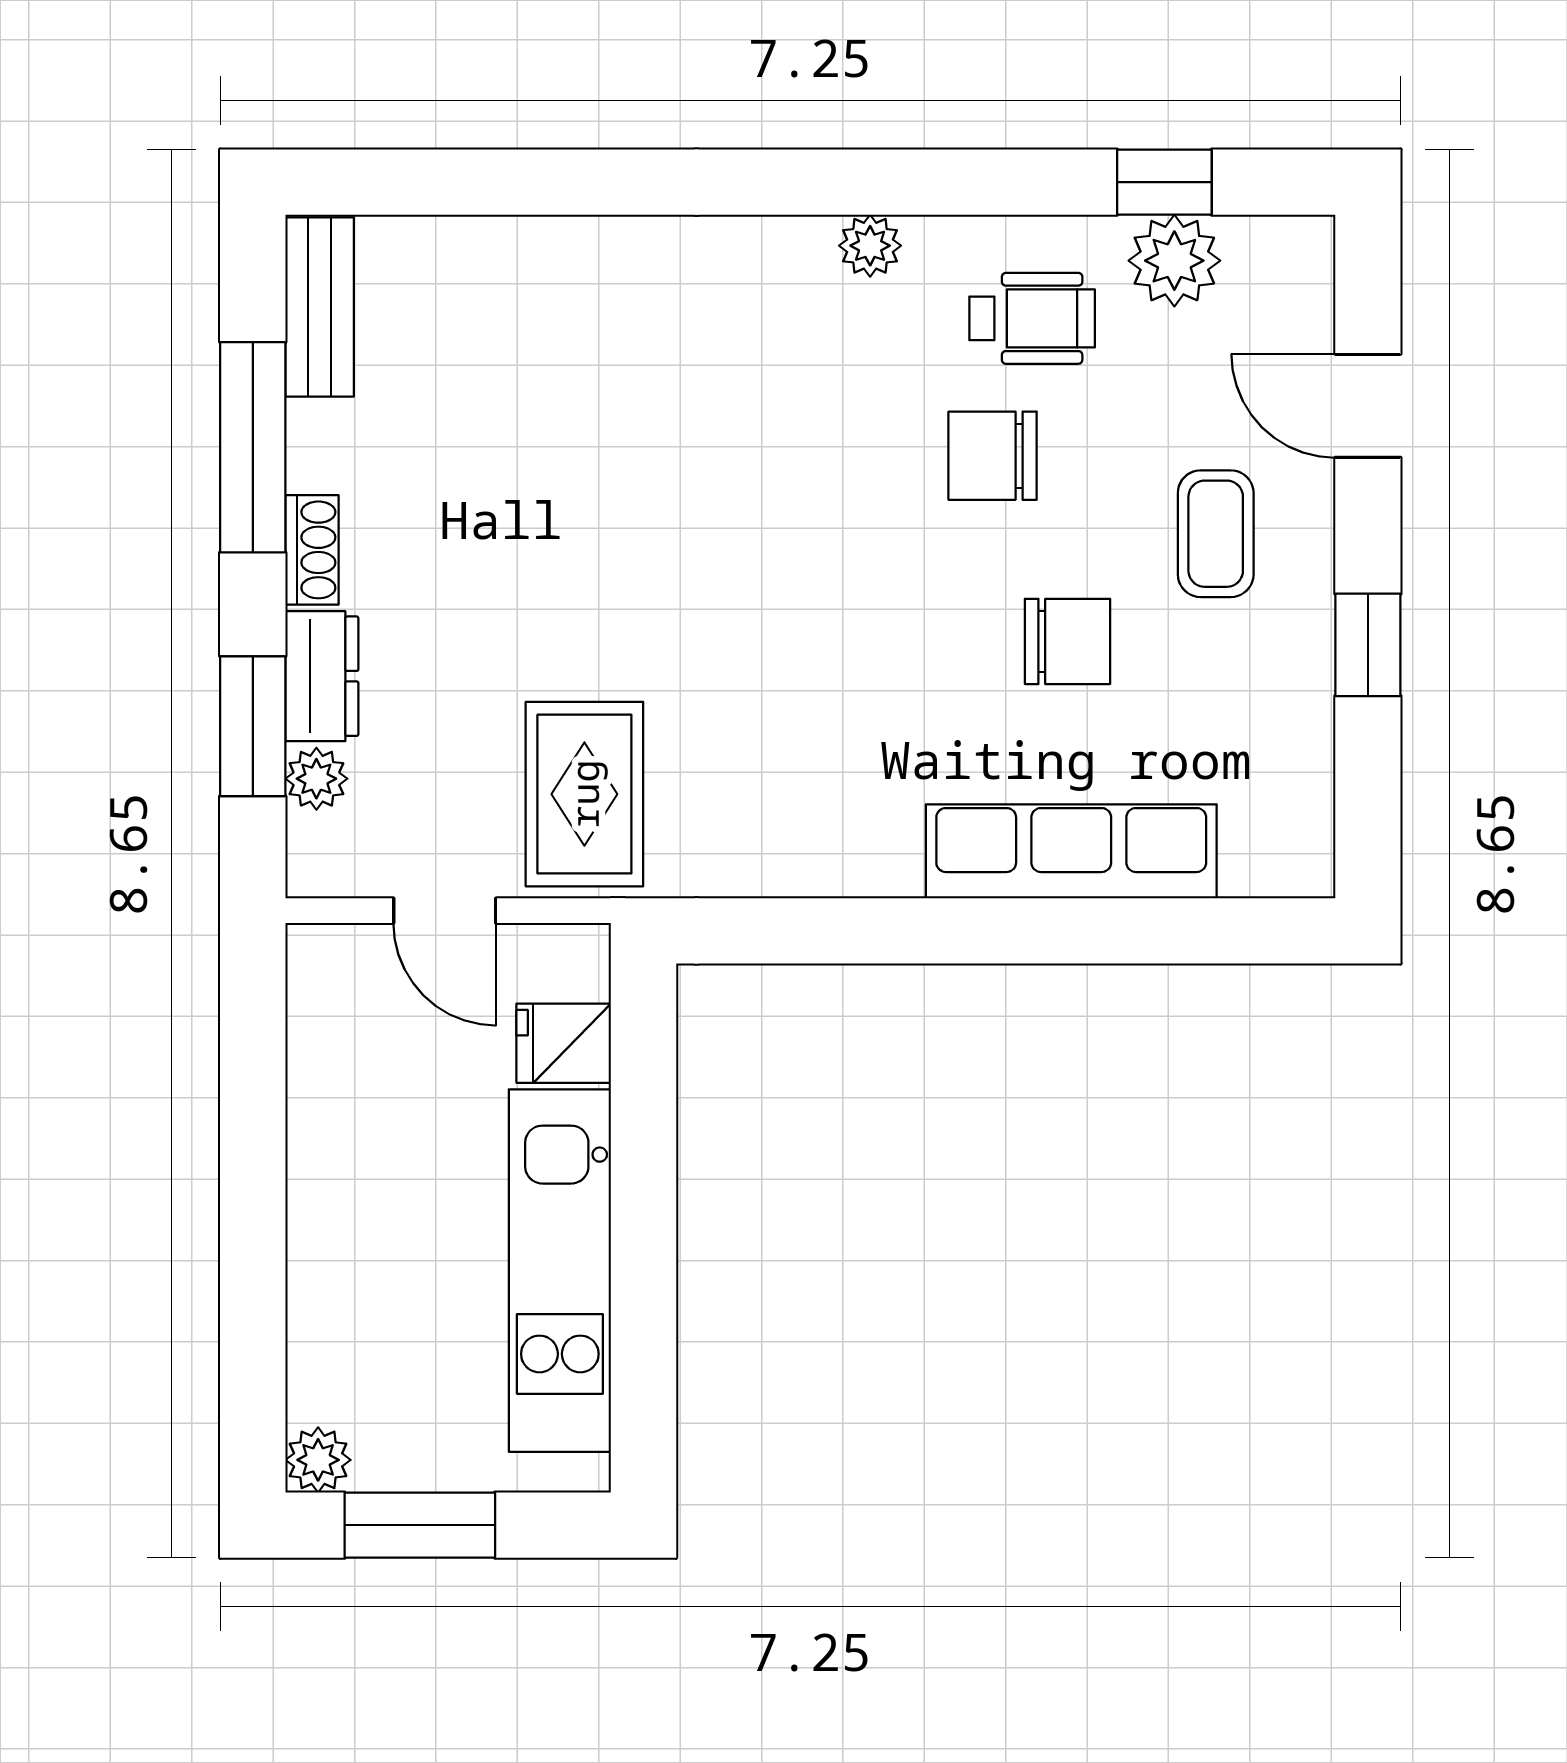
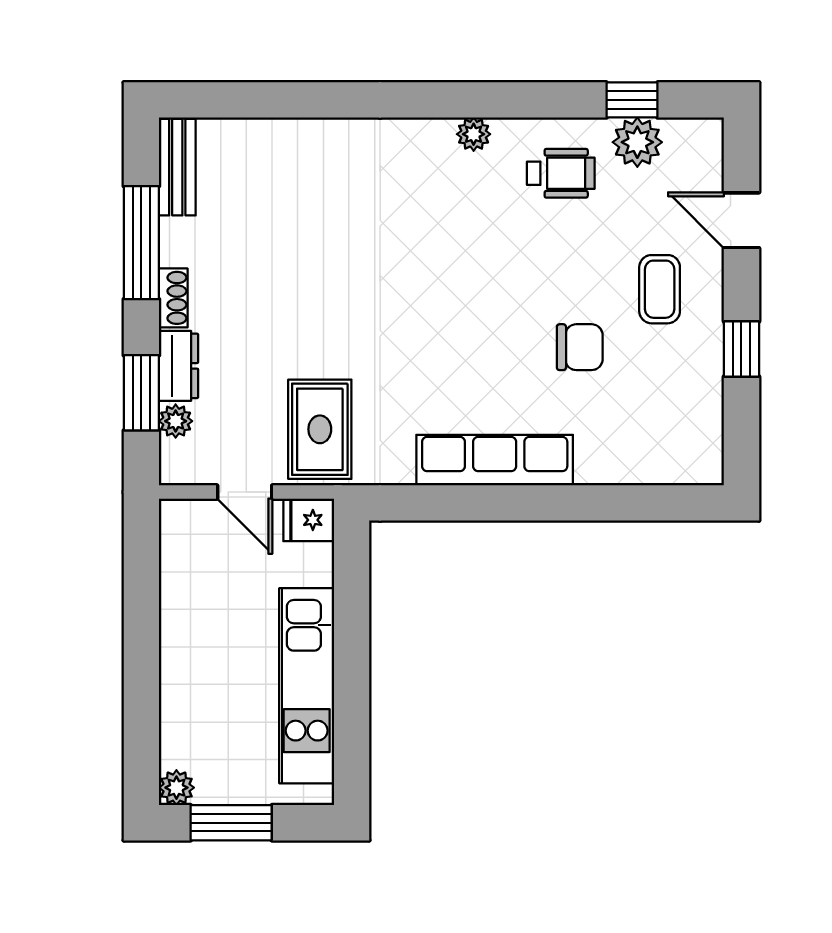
chair: (993, 456) -> (540, 247), removed
row of seats: (1071, 851) -> (495, 460), moved
fridge: (564, 1043) -> (309, 520), moved

